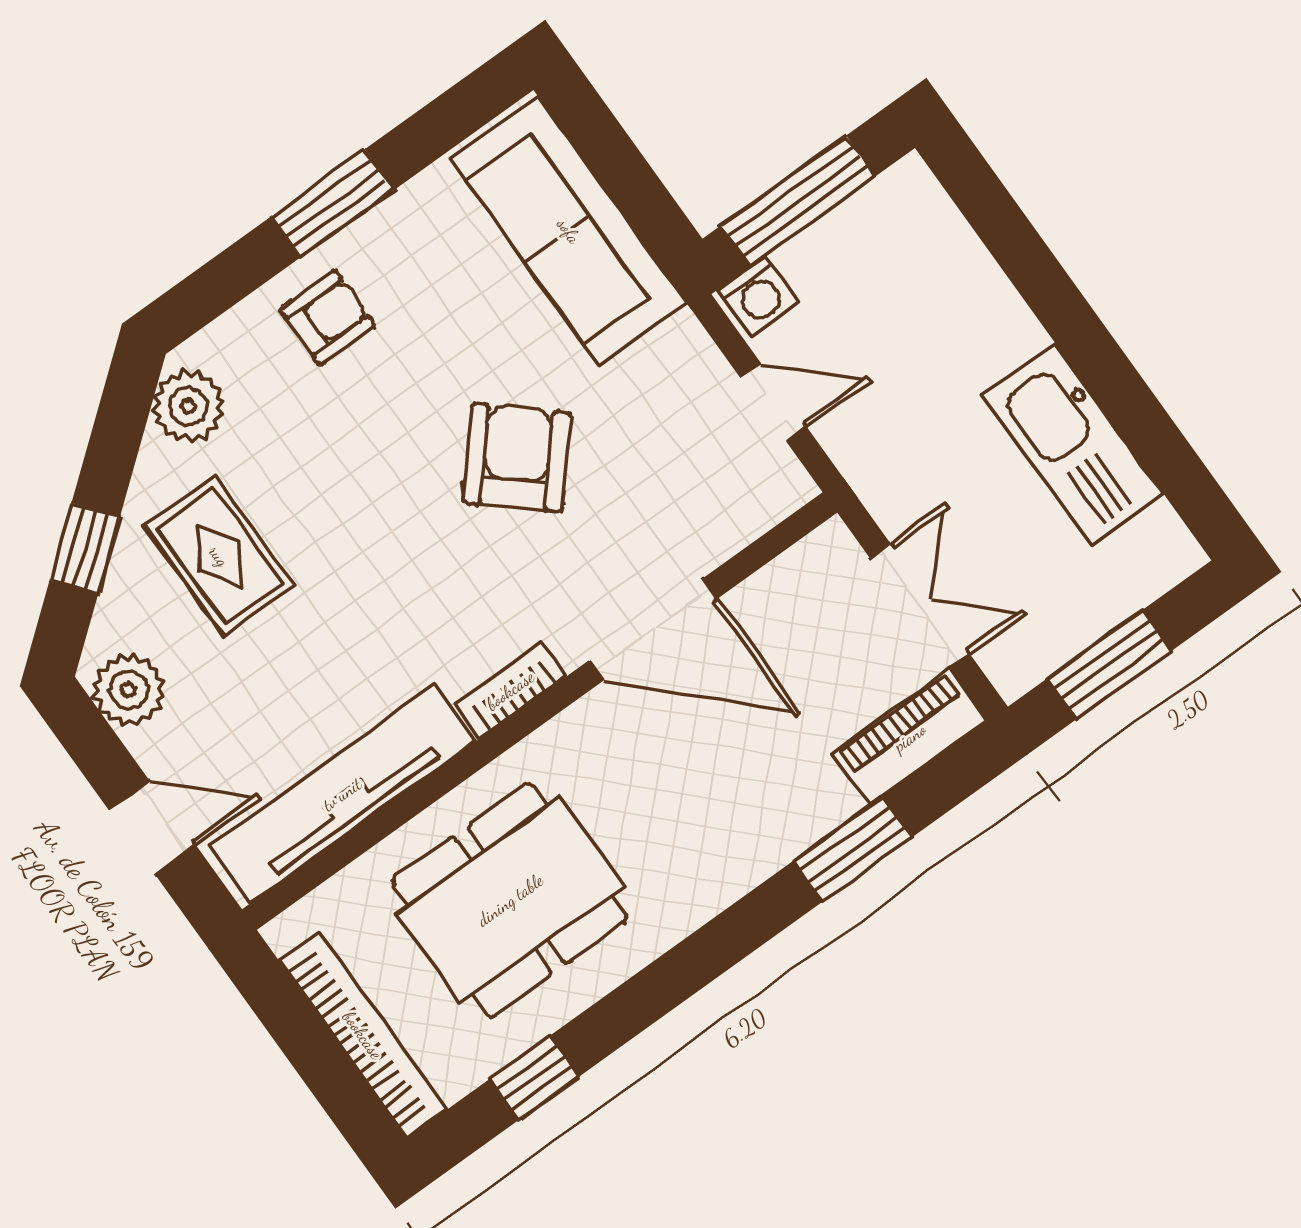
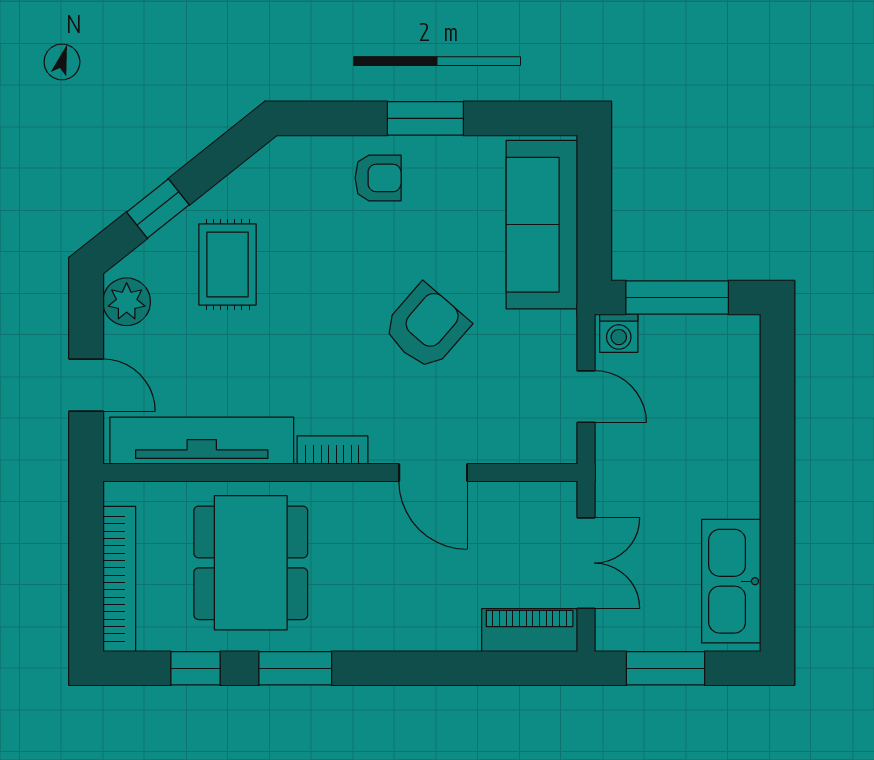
plant: (188, 406) -> (269, 172), removed
kitchen sink: (1073, 445) -> (731, 581), moved
door: (653, 629) -> (433, 472), width x0.73
window: (853, 849) -> (295, 668), moved
dining table: (510, 900) -> (251, 563), turned 90

